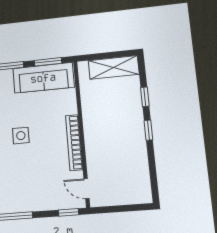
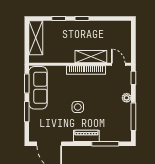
shelving: (94, 148) -> (91, 57), added
door: (87, 189) -> (118, 64), swing flipped
plant: (39, 204) -> (127, 98), added

